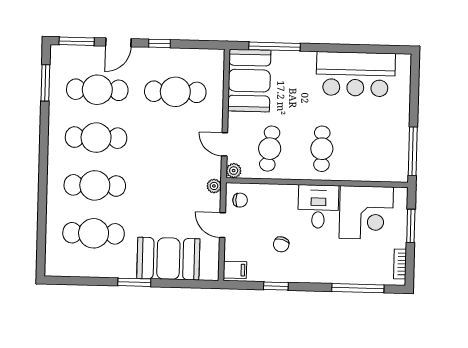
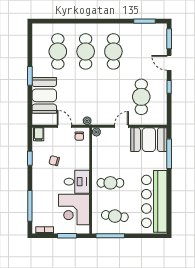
bar counter: (356, 74) -> (154, 201), width x1.36
cafe table: (97, 90) -> (141, 51), removed
door: (225, 144) -> (122, 126), moved
cafe table: (270, 149) -> (115, 216), moved
door: (222, 225) -> (65, 126), hinge flipped

